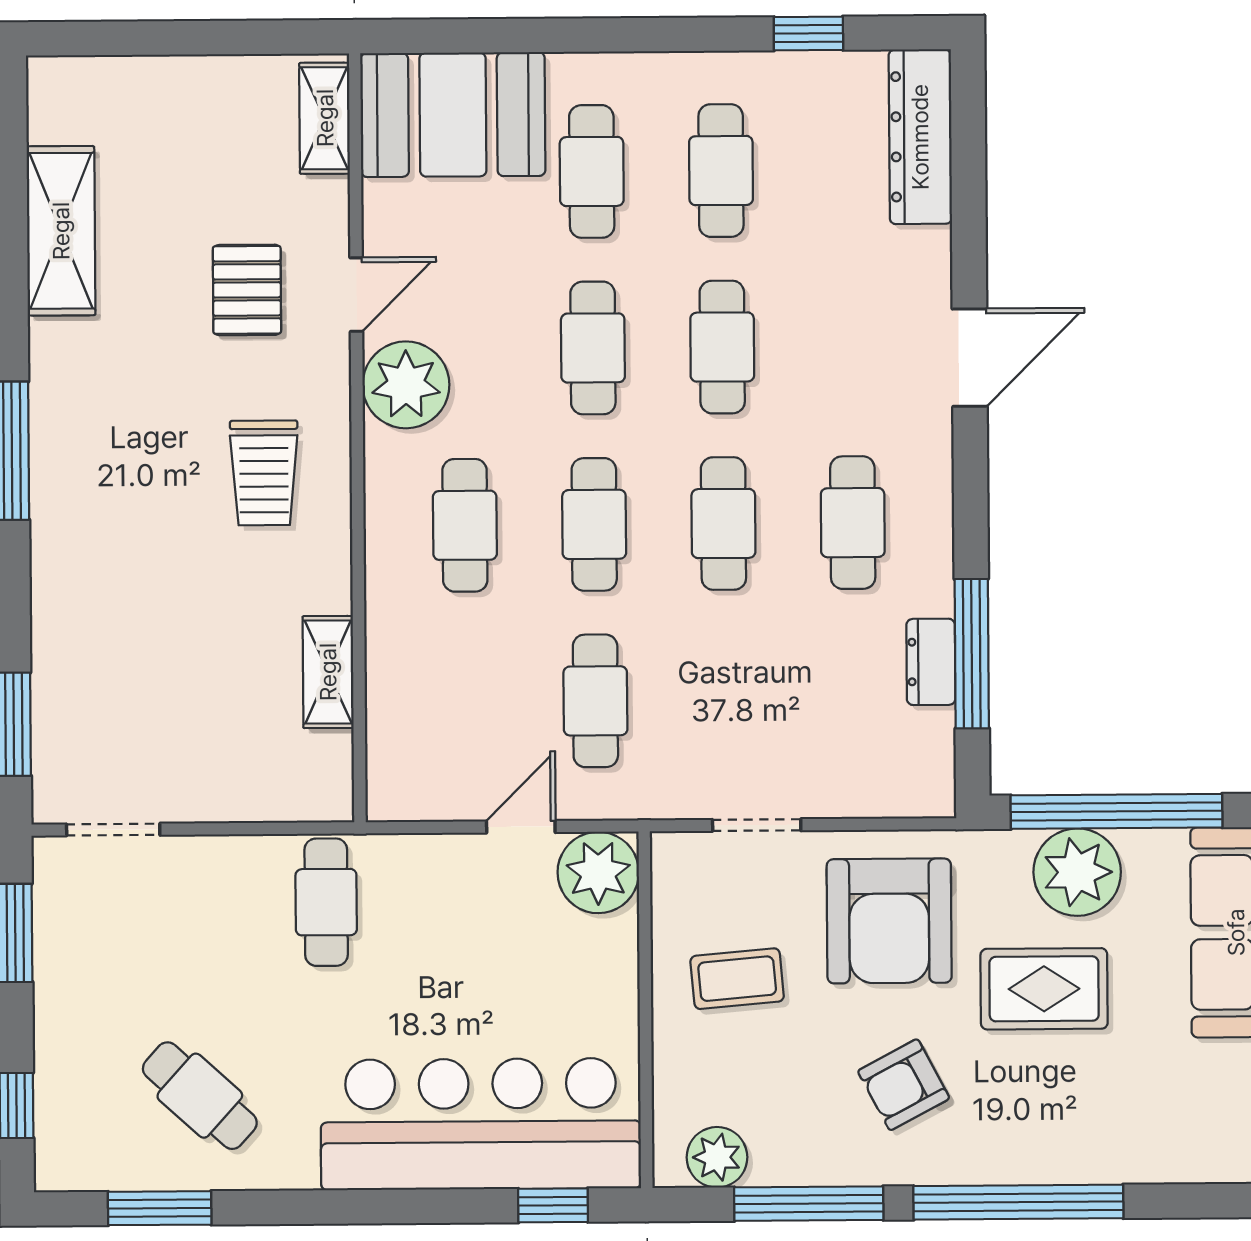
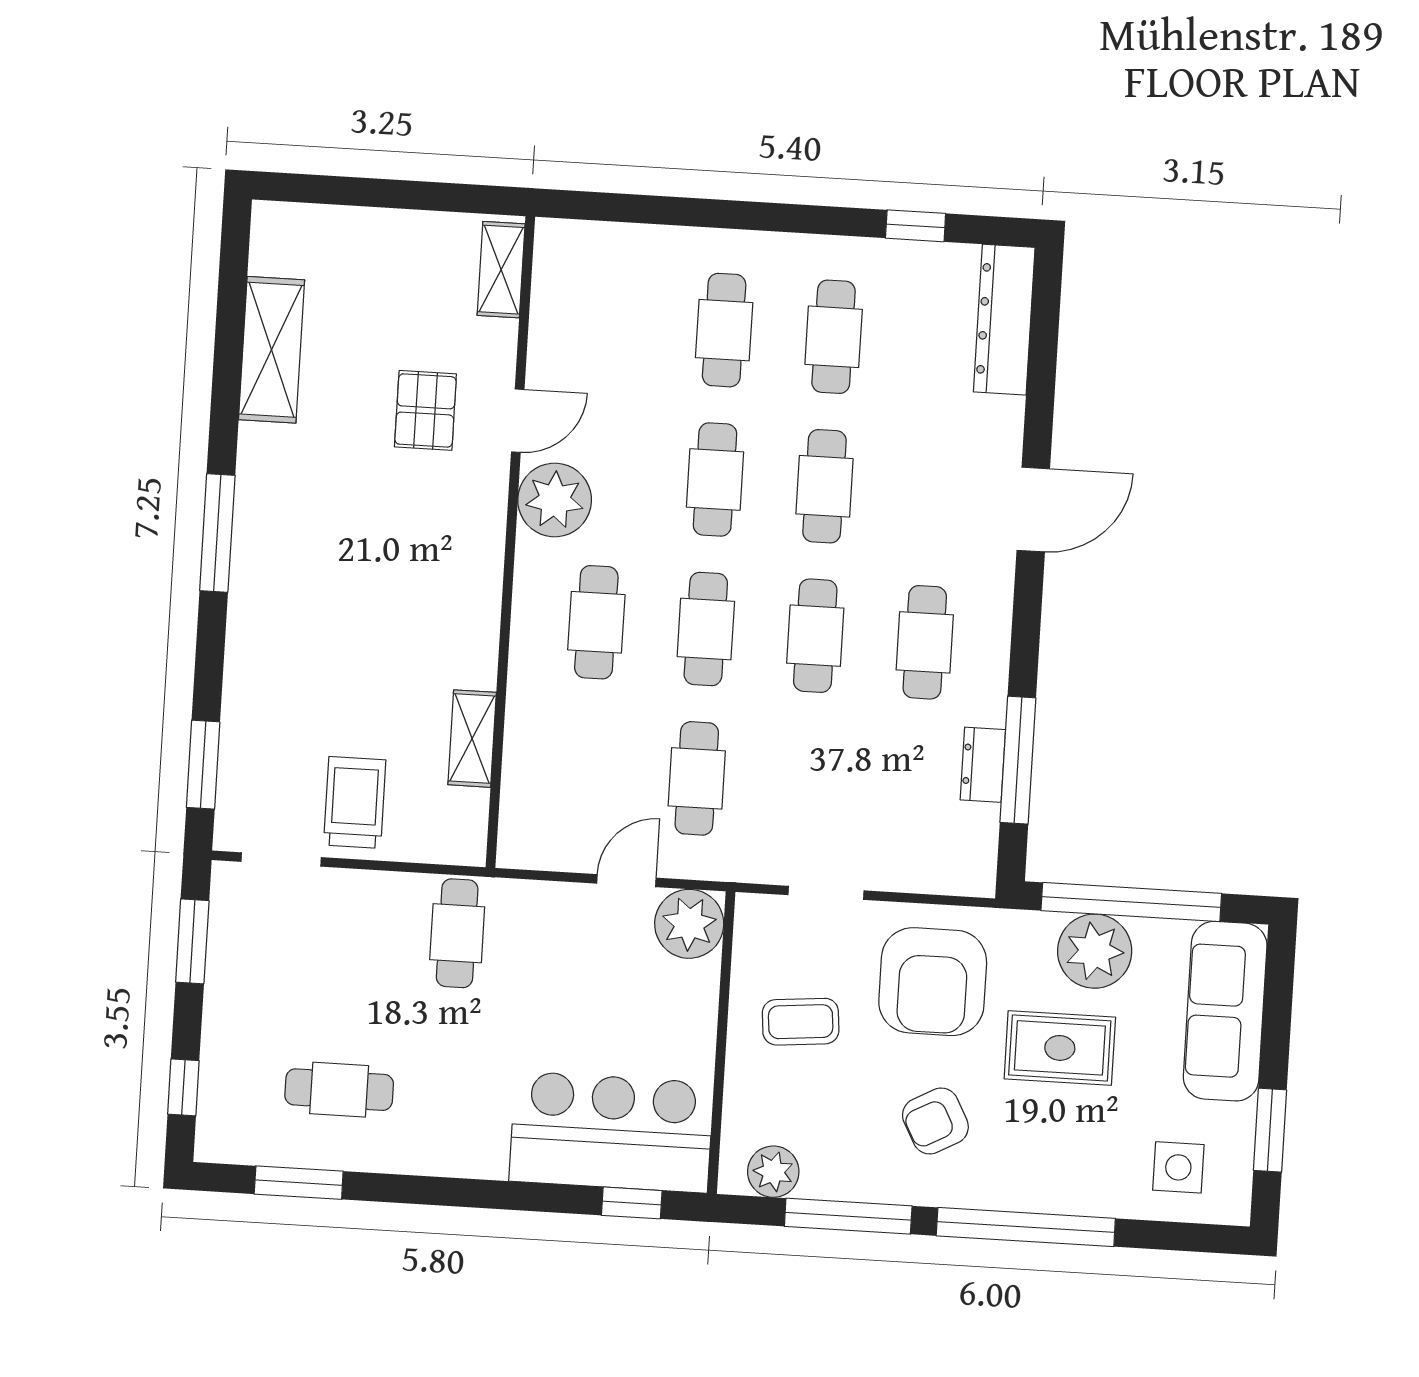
booth: (453, 115) -> (610, 274), removed
trolley: (264, 473) -> (355, 802), moved, turned 180
cafe table: (200, 1096) -> (339, 1090), turned -42
side table: (1193, 1120) -> (1178, 1167), added
bar counter: (481, 1124) -> (611, 1132), width x0.73

